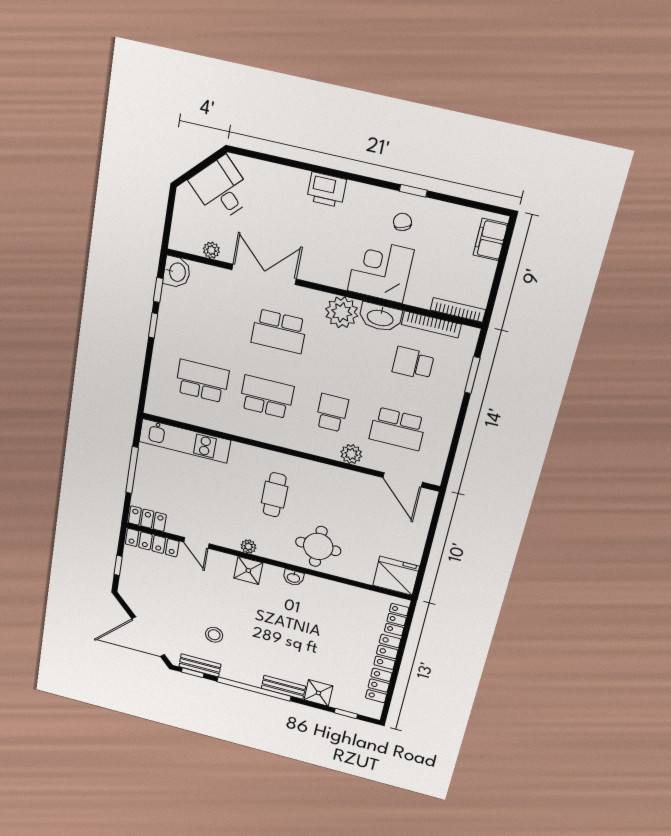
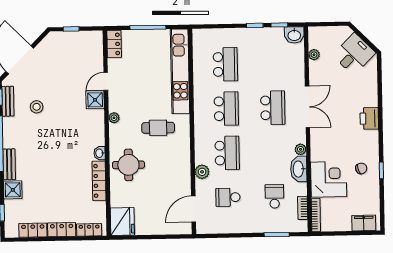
corner desk: (380, 270) -> (329, 179), moved
double door: (264, 274) -> (307, 107), moved
plant: (342, 312) -> (301, 149), width x0.53, depth x0.53
bookcase: (431, 324) -> (303, 208), width x0.64
school desk: (279, 331) -> (273, 108), turned 180
school desk: (332, 413) -> (227, 153), width x1.85
school desk: (398, 429) -> (228, 197), width x0.54
kitchen unit: (185, 441) -> (180, 71), width x1.36
locker: (152, 543) -> (99, 181), moved
shower: (248, 570) -> (95, 100), moved

